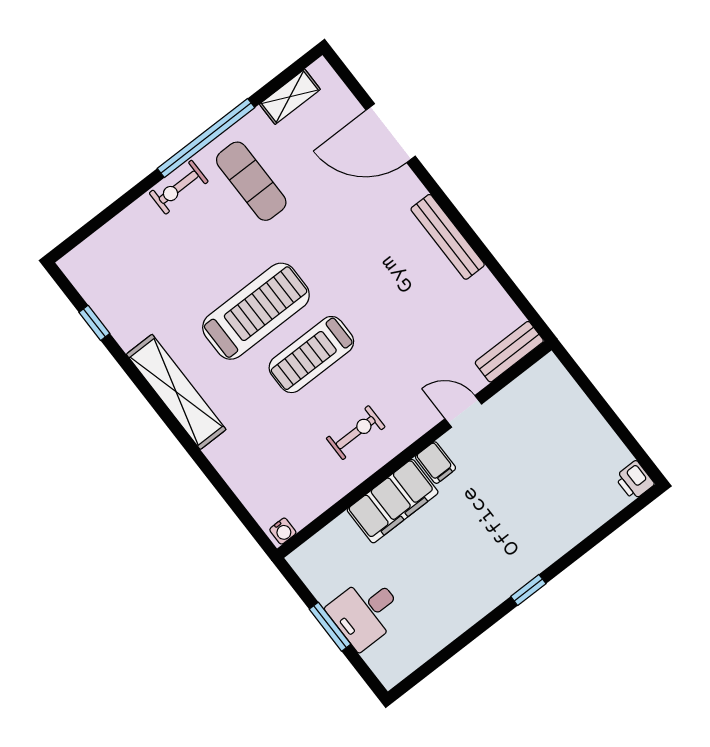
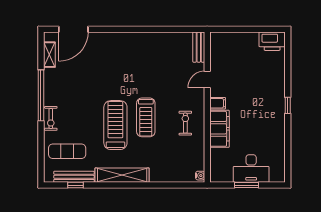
door: (391, 133) -> (73, 29), moved
exercise mat: (251, 181) -> (67, 151), moved
bench: (448, 237) -> (74, 177), moved
printer: (635, 480) -> (272, 41), width x1.87, depth x1.48
desk: (366, 612) -> (251, 169), width x1.37

